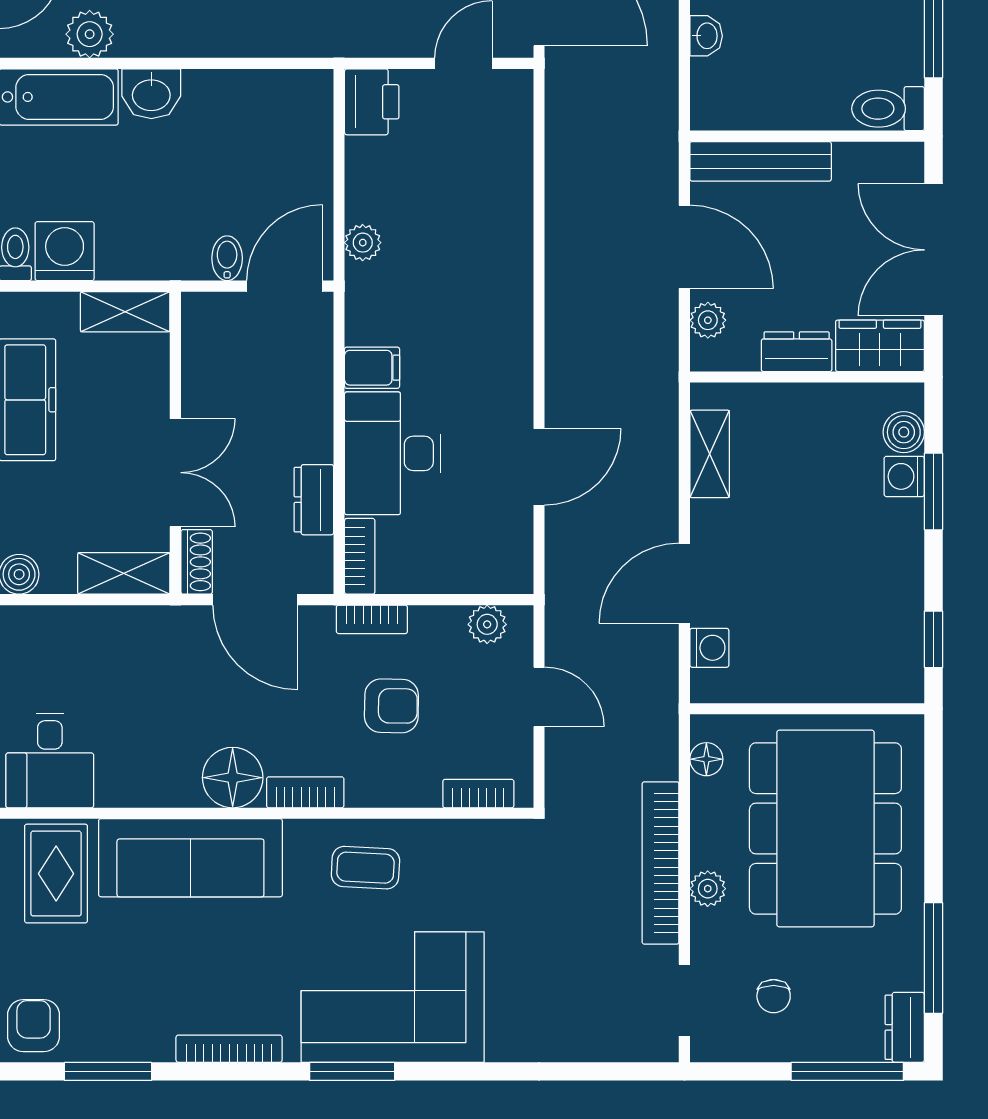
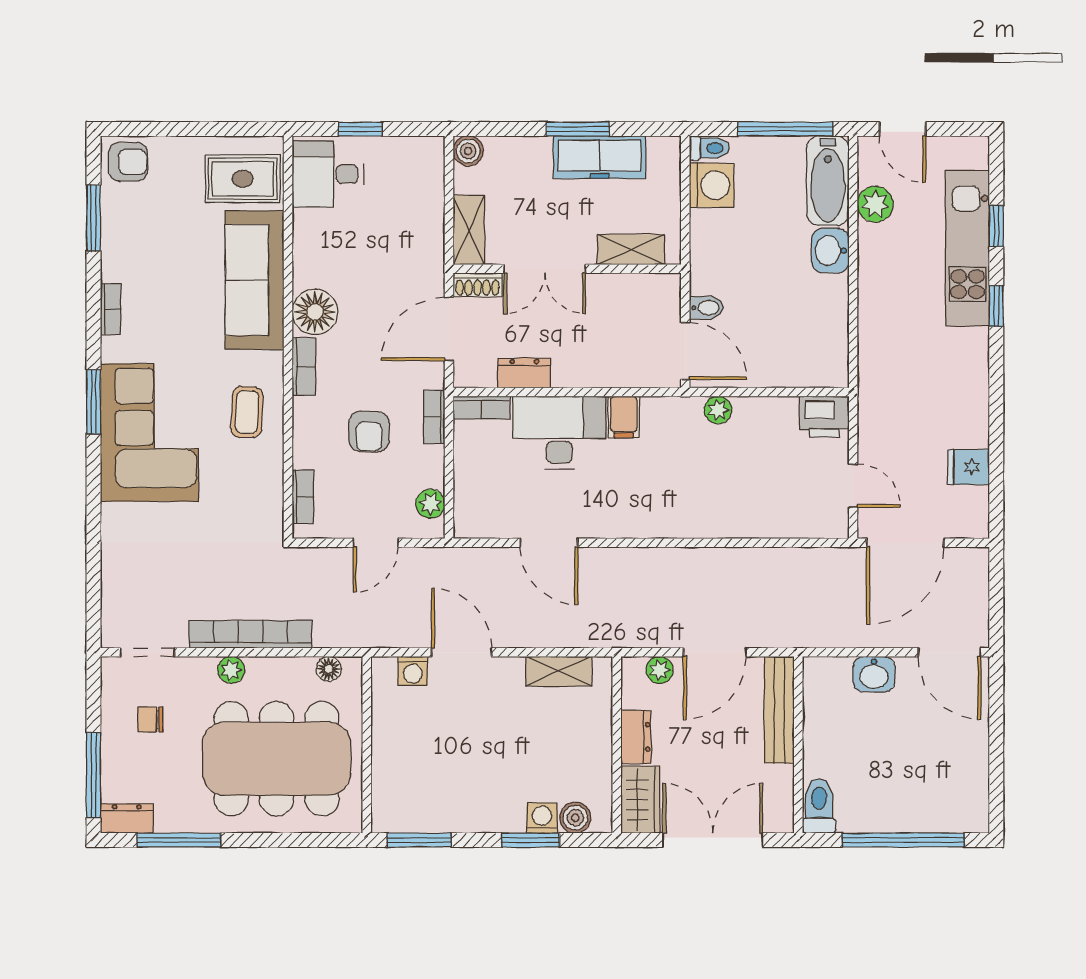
washbasin: (706, 36) -> (874, 674), width x1.38, depth x1.45
shelving: (125, 312) -> (631, 249), moved, turned 90
window: (933, 639) -> (419, 840), width x1.50
bookcase: (229, 1049) -> (111, 309), width x0.64

